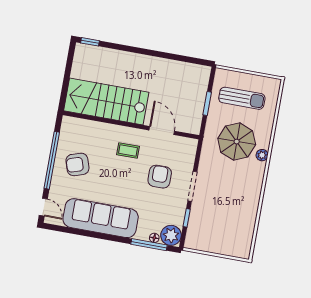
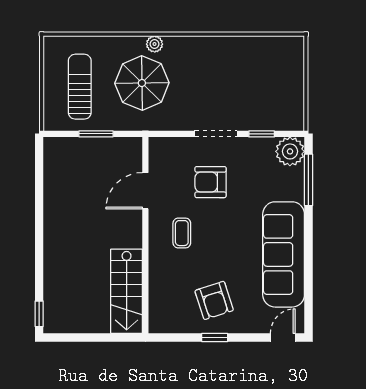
stairs: (106, 101) -> (127, 291), width x0.73, depth x0.66
window: (52, 160) -> (215, 338), width x0.32
floor lamp: (154, 238) -> (298, 174), removed

